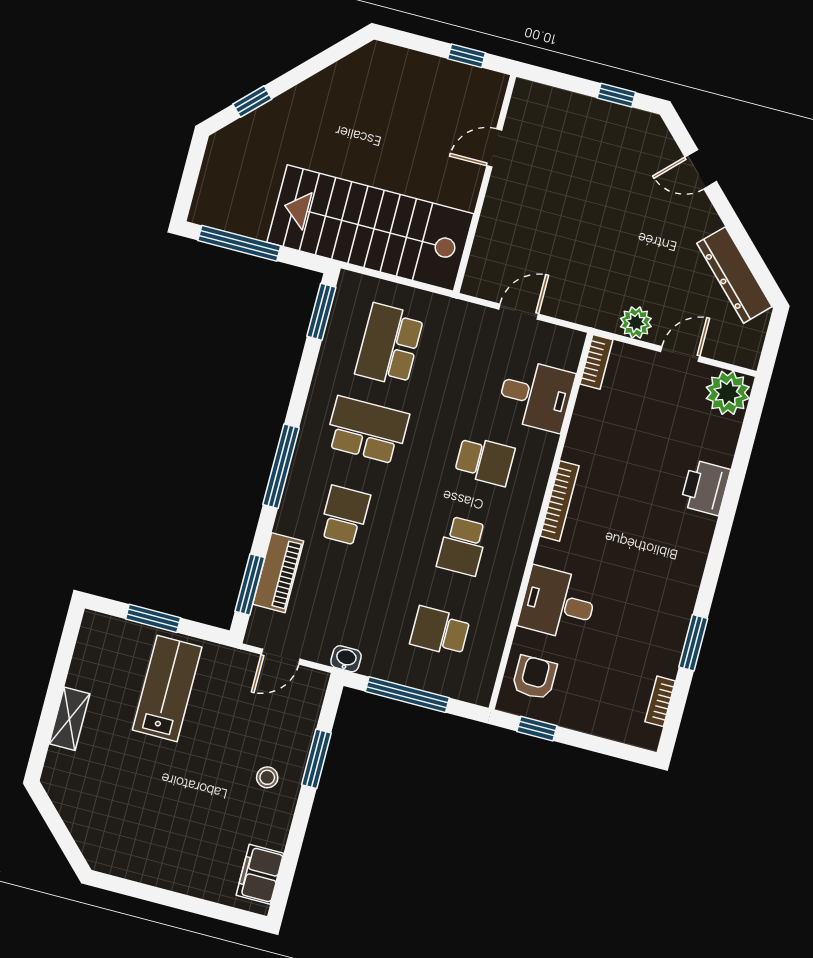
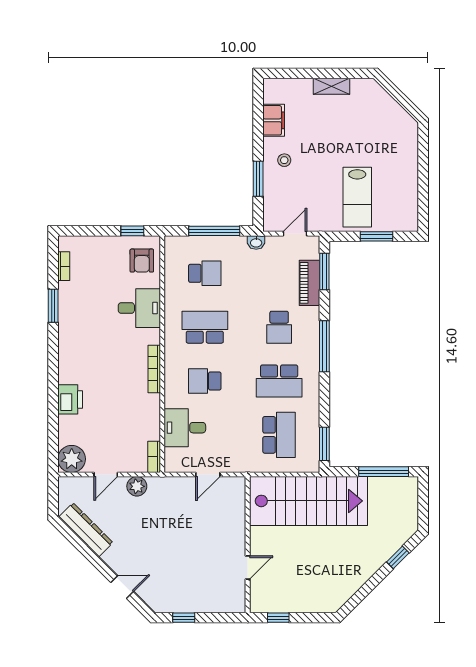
school desk: (462, 546) -> (205, 327), width x1.85
shelving: (70, 719) -> (332, 86), moved, turned 90
filing cabinet: (260, 874) -> (274, 120), moved

